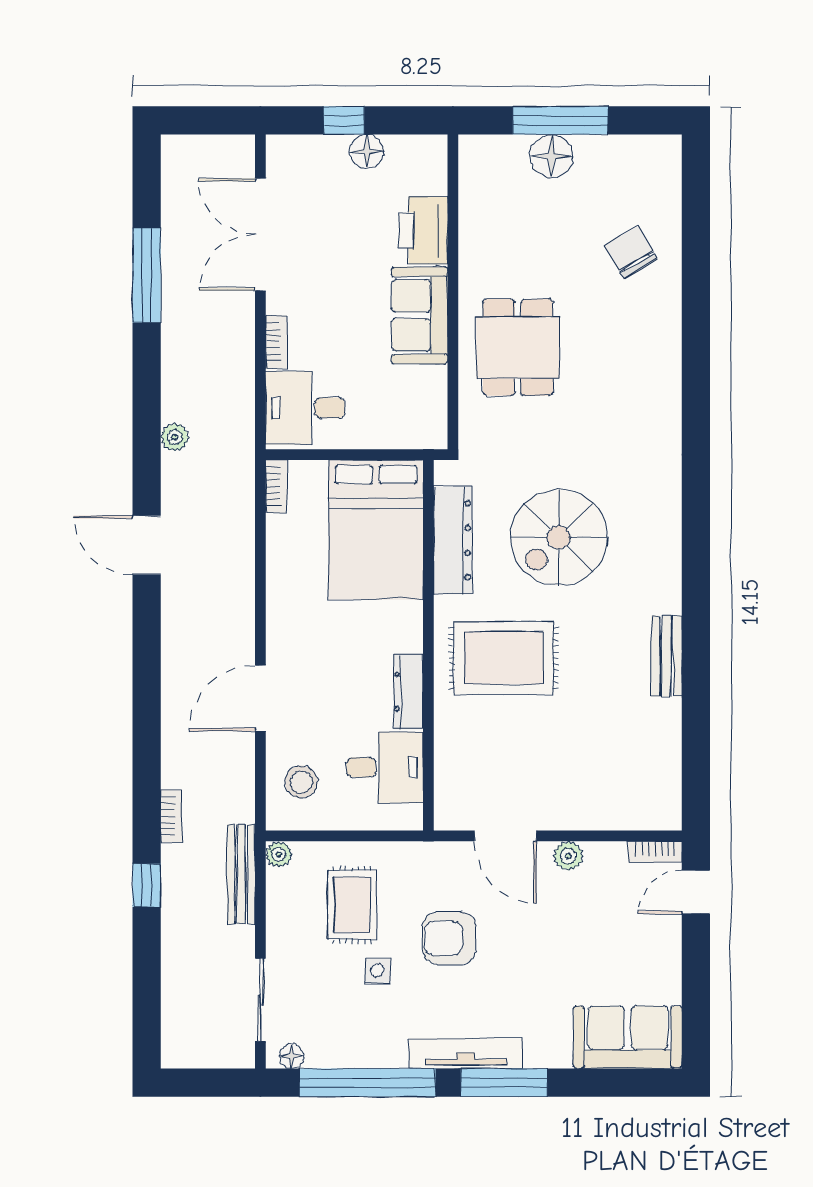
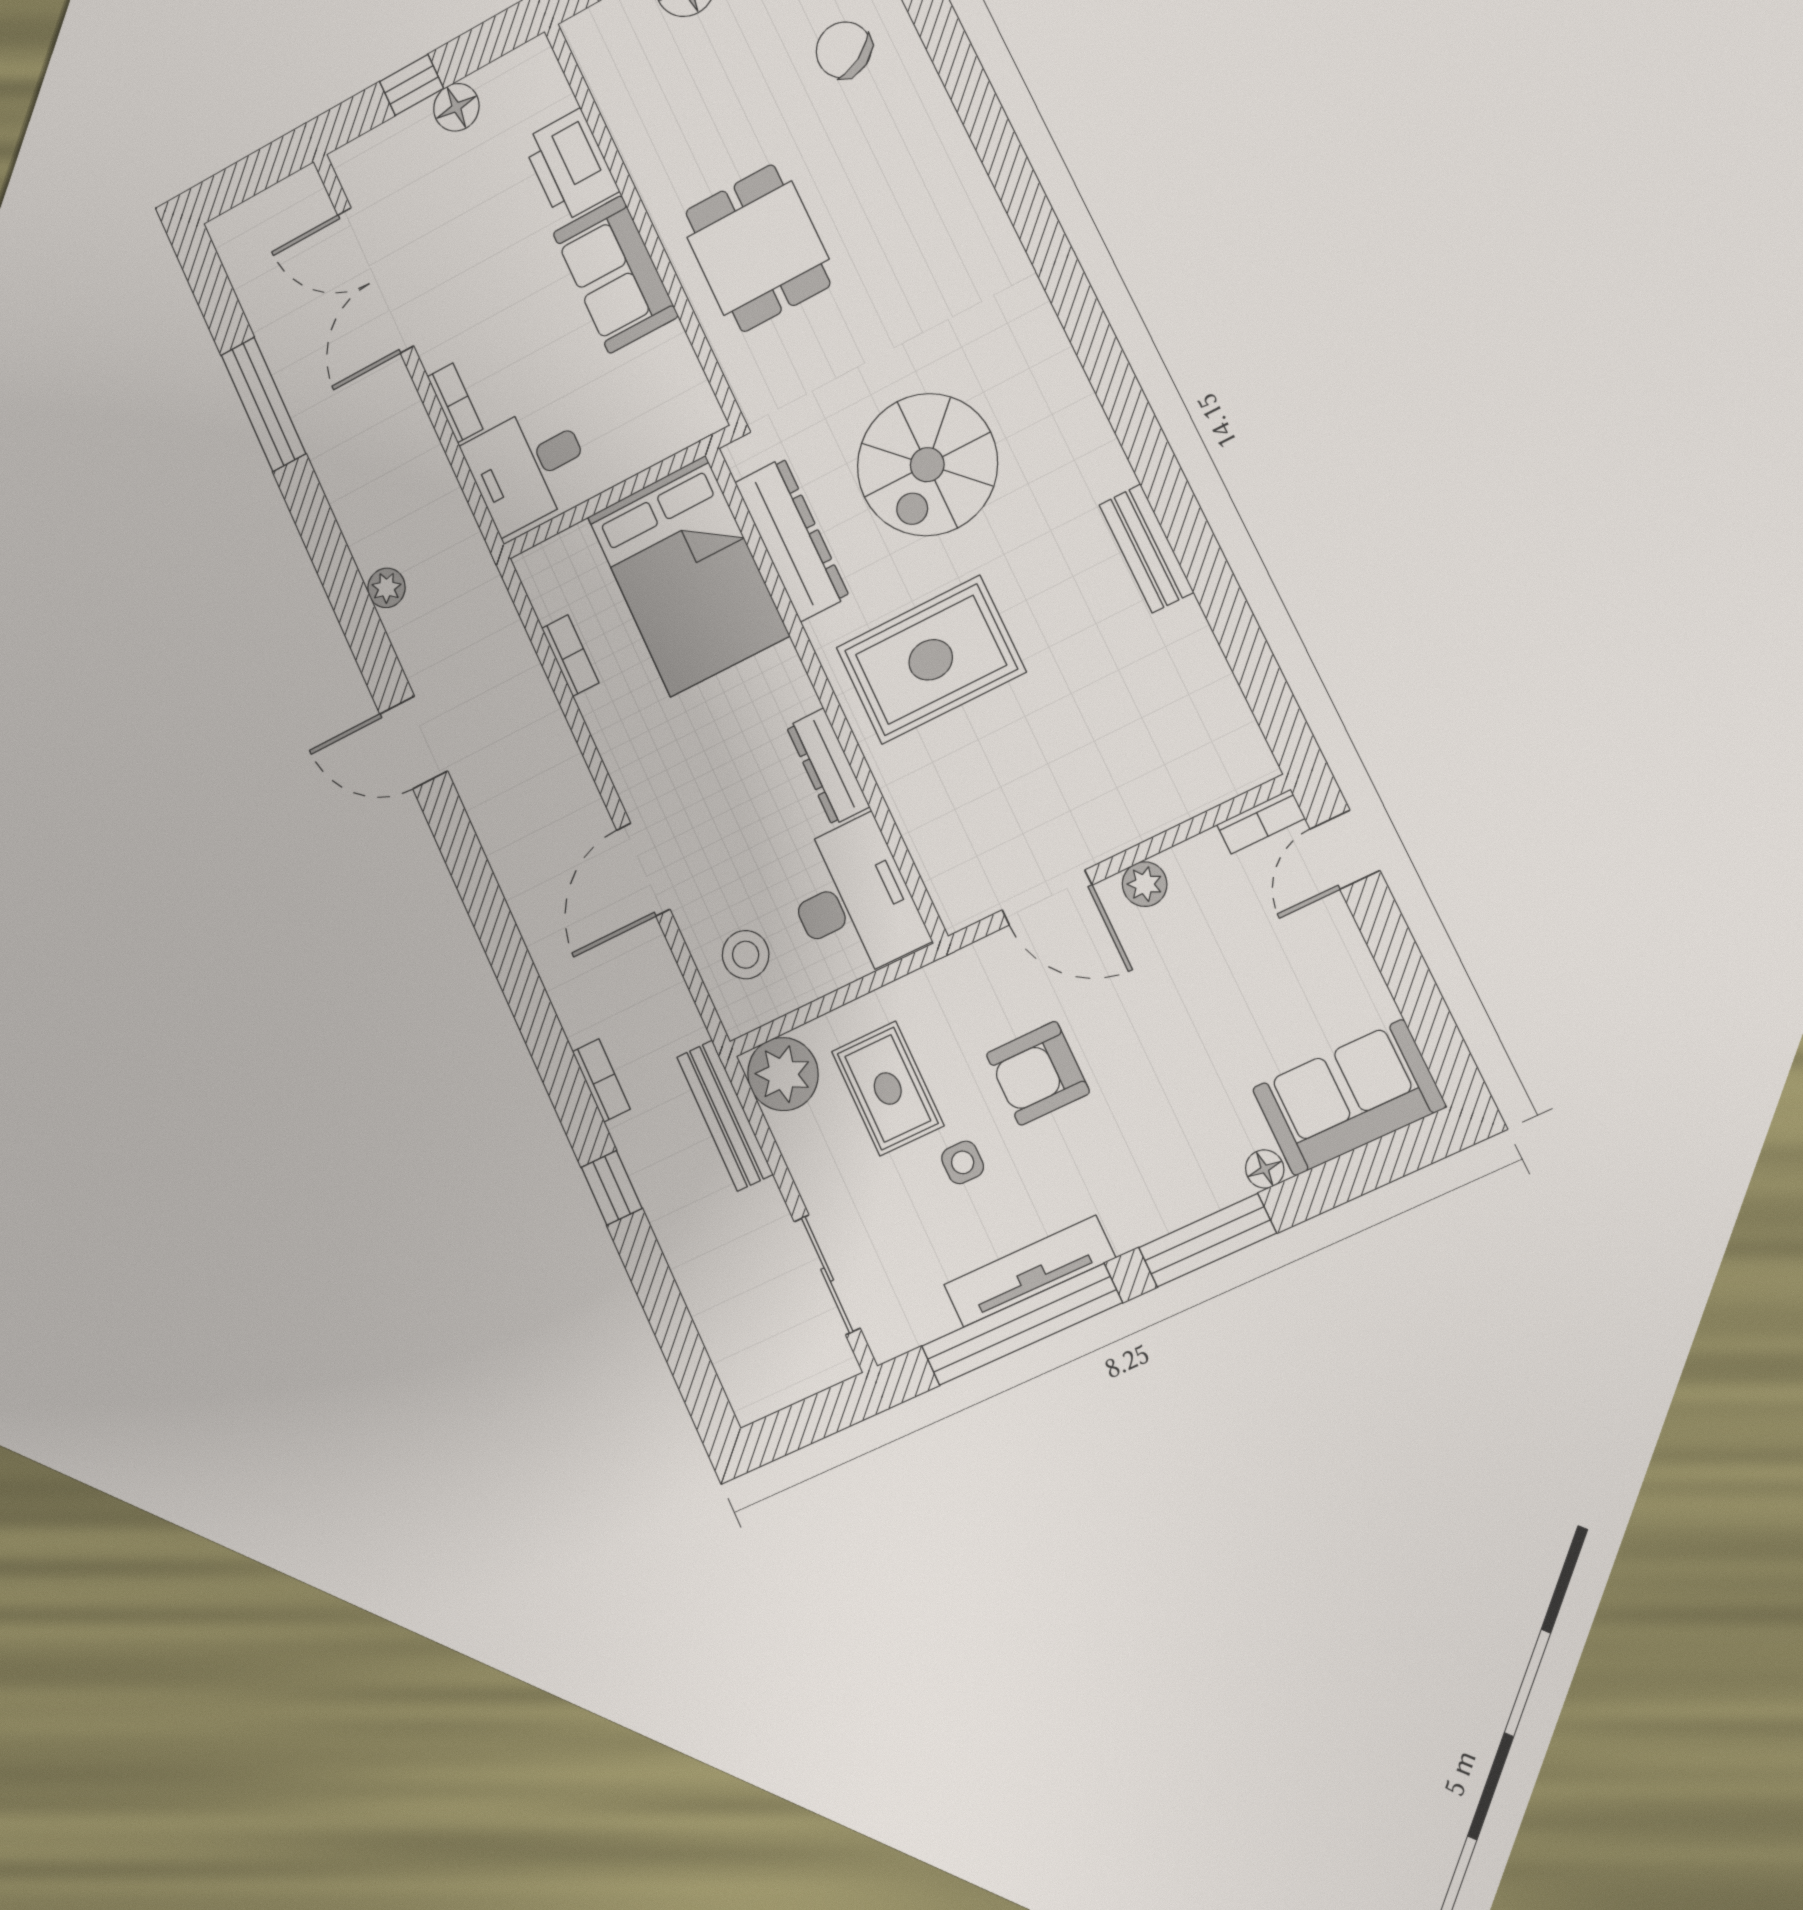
bookcase: (276, 486) -> (570, 656), moved
desk: (385, 767) -> (853, 900), width x1.37
plant: (279, 854) -> (783, 1074), width x1.87, depth x1.87
tv unit: (466, 1053) -> (1029, 1271), moved
floor lamp: (292, 1056) -> (1265, 1169), moved

